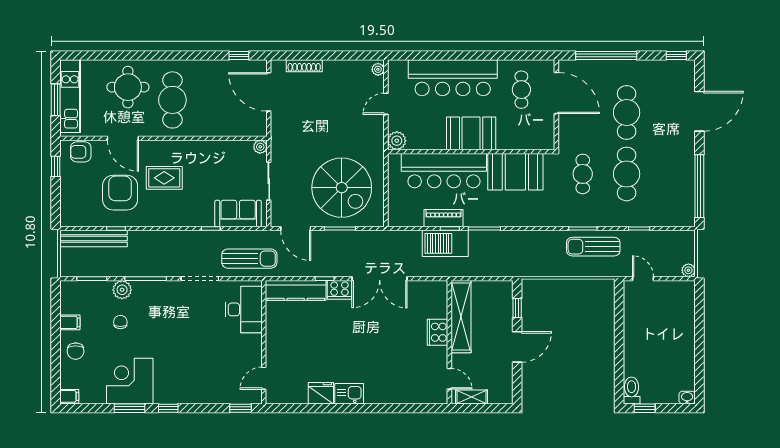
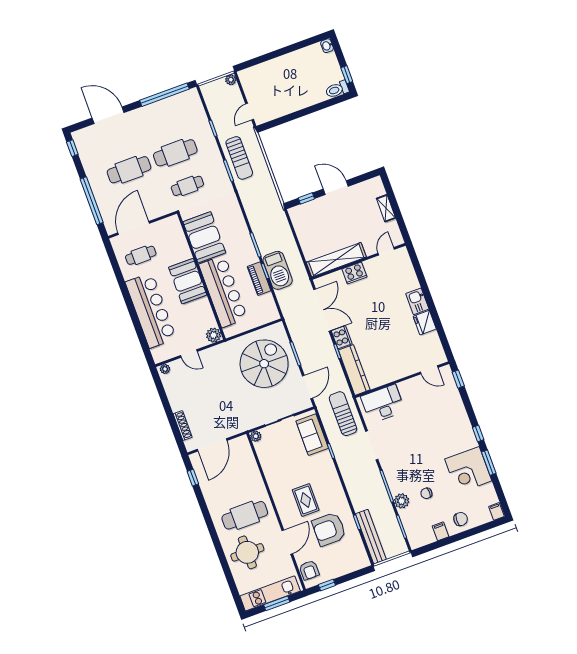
shelving: (461, 317) -> (336, 260), moved
cooker: (438, 332) -> (354, 273), moved
wall: (449, 342) -> (359, 261), moved
door: (449, 379) -> (386, 251), moved

